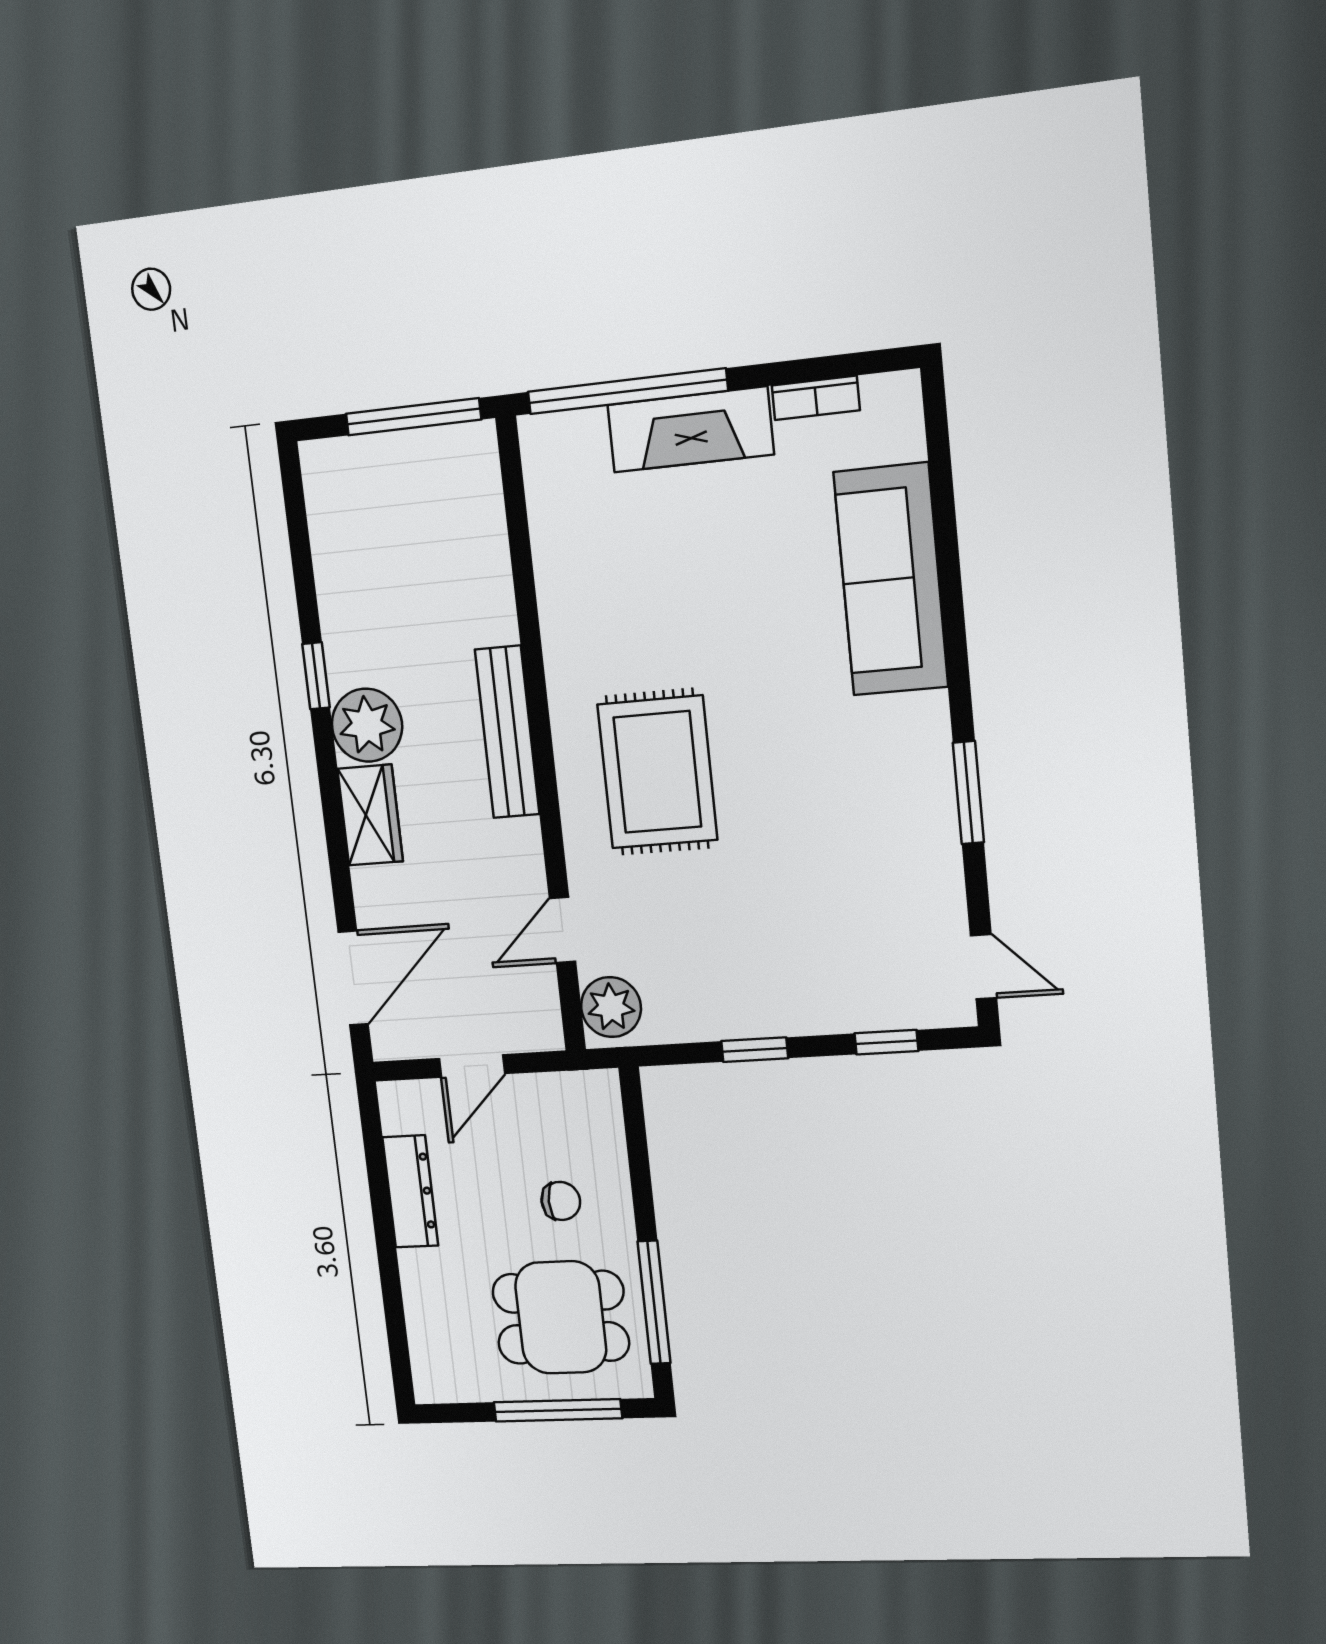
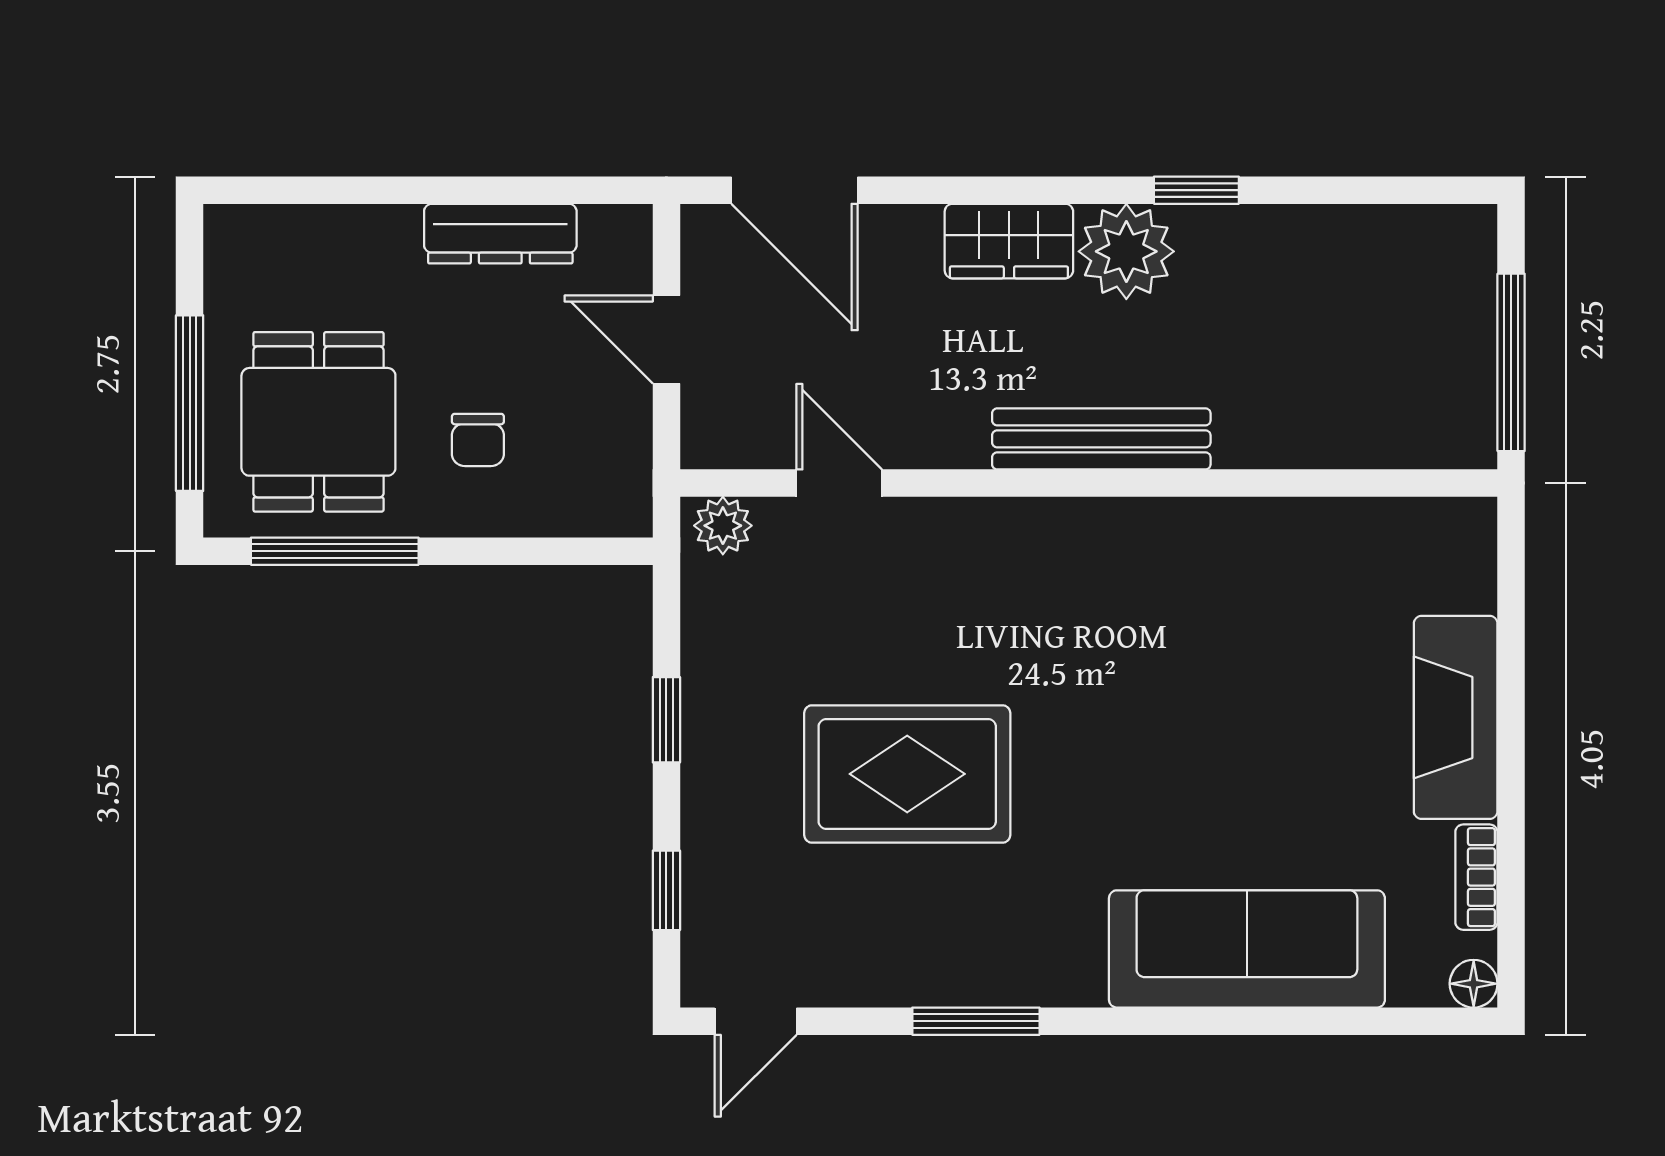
floor lamp: (902, 390) -> (1474, 984), added
window: (627, 391) -> (1511, 643), removed
rug: (657, 772) -> (907, 774), moved
plant: (611, 1007) -> (723, 526), width x0.73, depth x0.73

